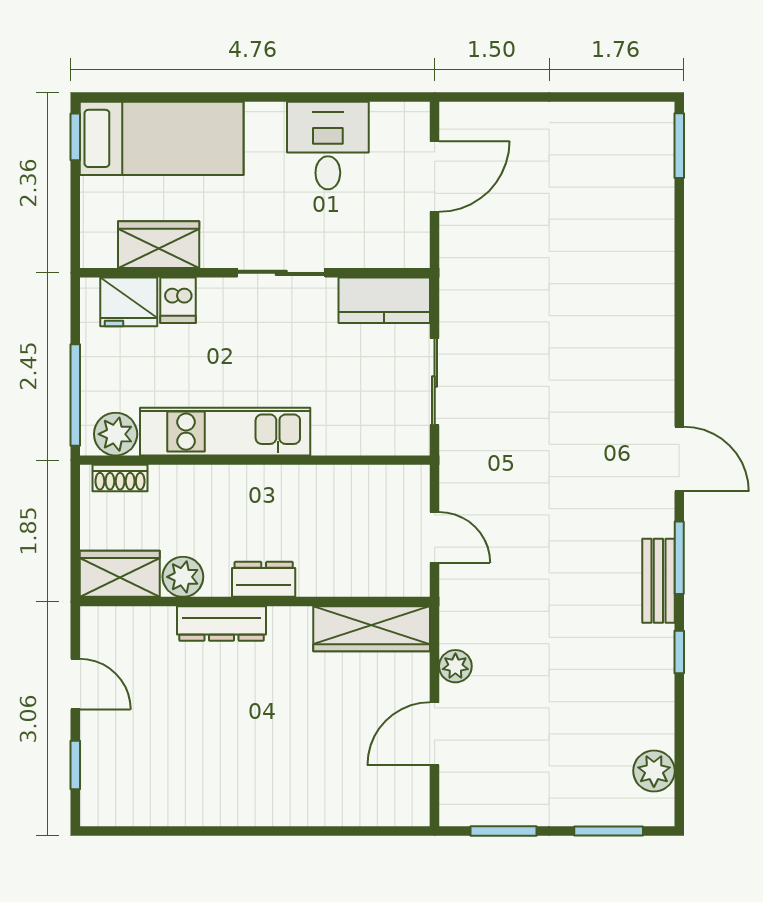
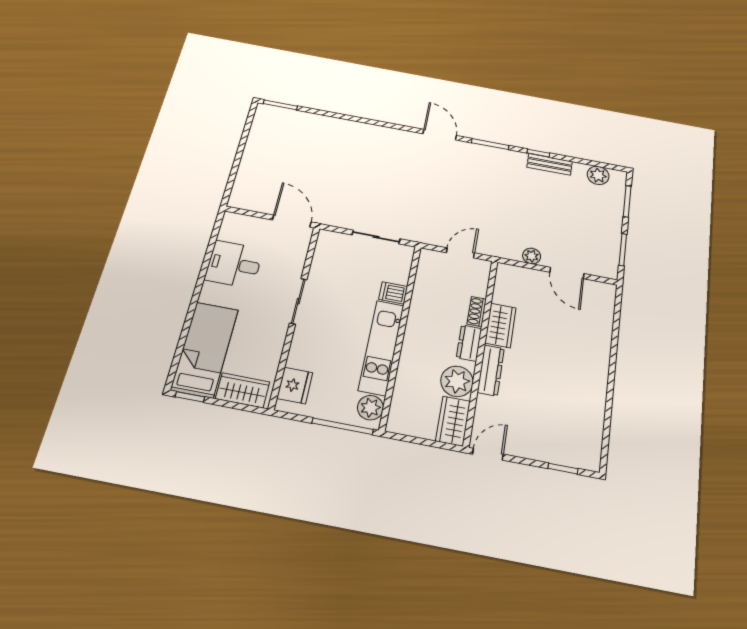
door: (435, 176) -> (292, 221), moved
wardrobe: (159, 245) -> (242, 390), moved, turned 90
dishwasher: (178, 300) -> (393, 293), moved, turned 180
kitchen counter: (384, 300) -> (326, 253), removed
door: (679, 459) -> (440, 135), hinge flipped
shoe rack: (120, 478) -> (477, 312), moved, turned 180
plant: (183, 577) -> (457, 381), width x1.36, depth x1.36
bench: (658, 581) -> (550, 164), moved
wardrobe: (372, 629) -> (500, 325), moved, width x0.67
door: (75, 684) -> (488, 454), moved

